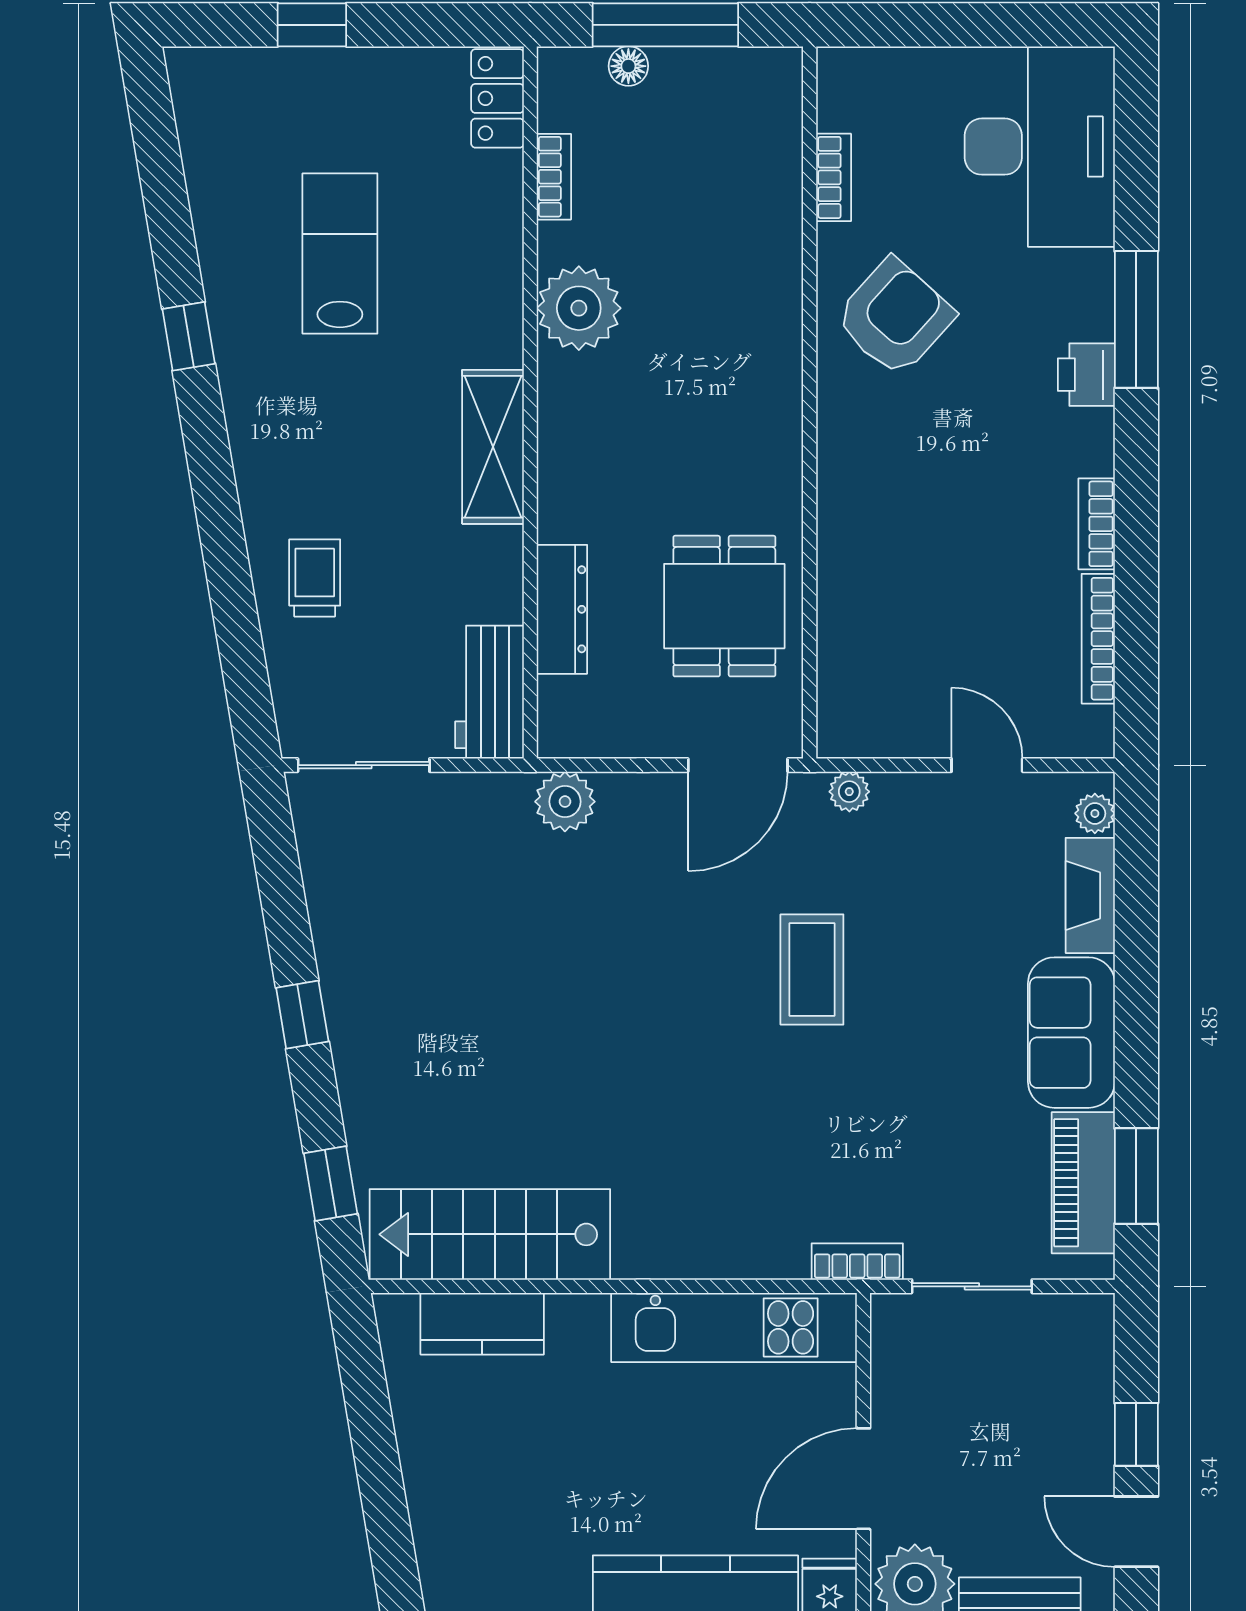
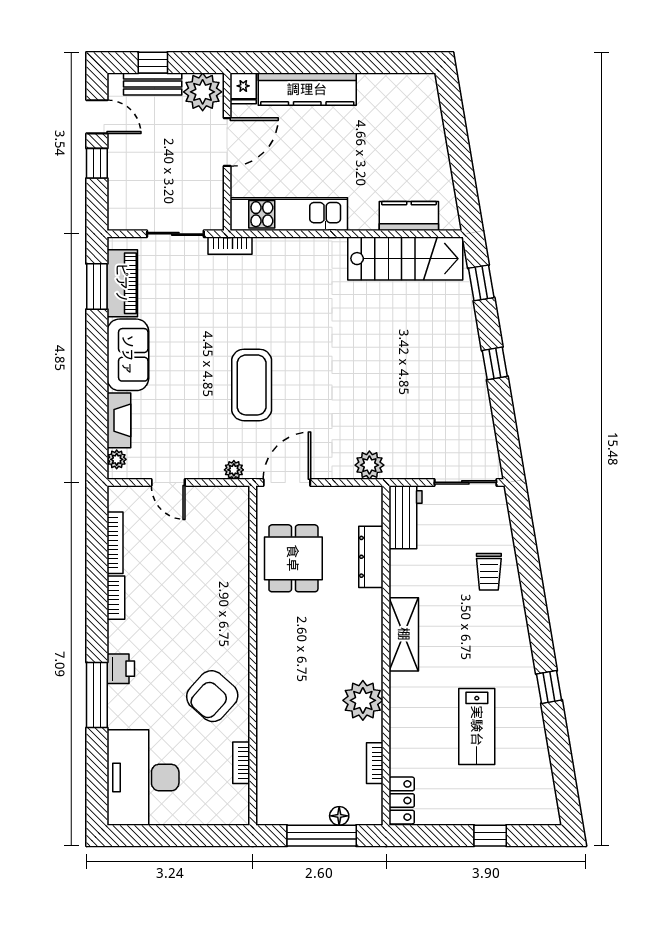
coffee table: (812, 970) -> (252, 385), width x1.36, depth x1.32

